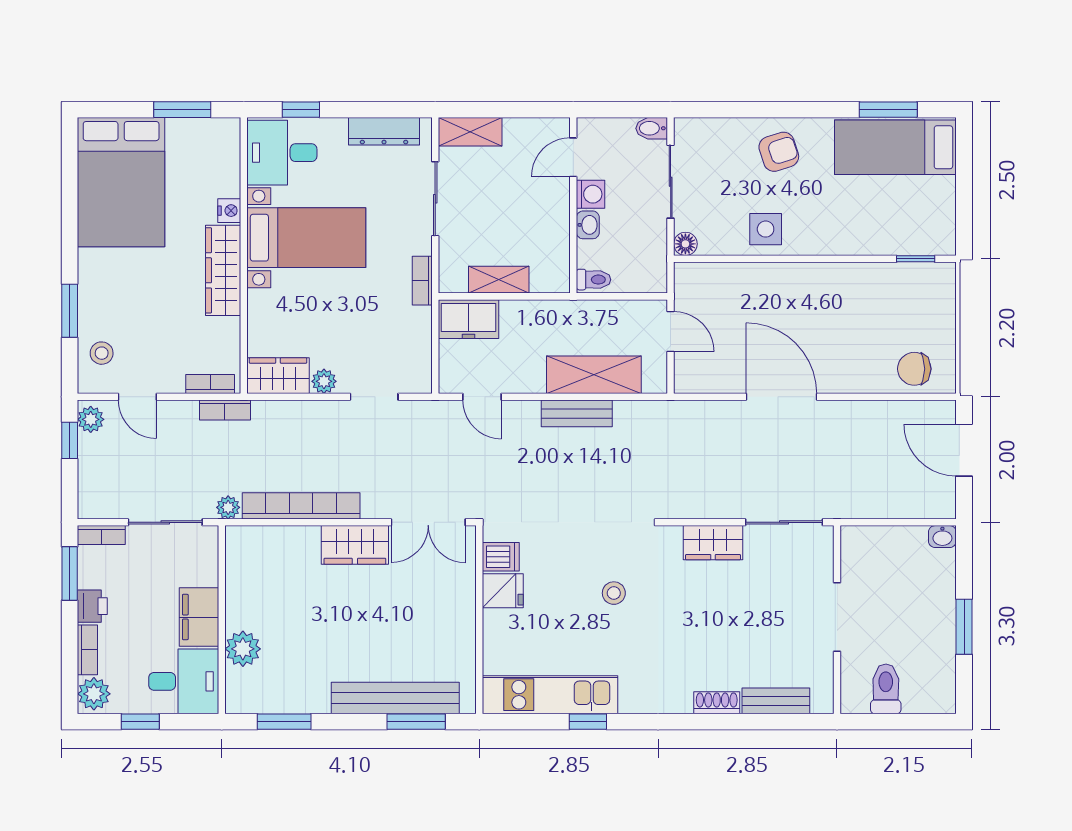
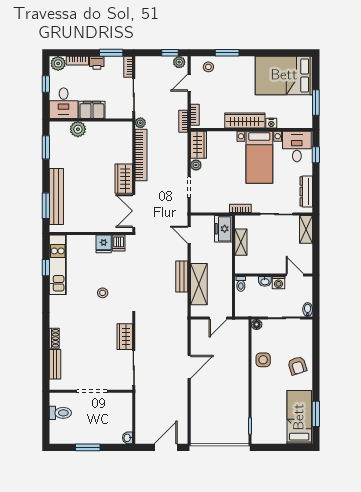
chair: (914, 369) -> (201, 425), removed
door: (482, 397) -> (189, 235), hinge flipped
door: (781, 397) -> (189, 367), width x0.73
window: (588, 722) -> (46, 268), moved

